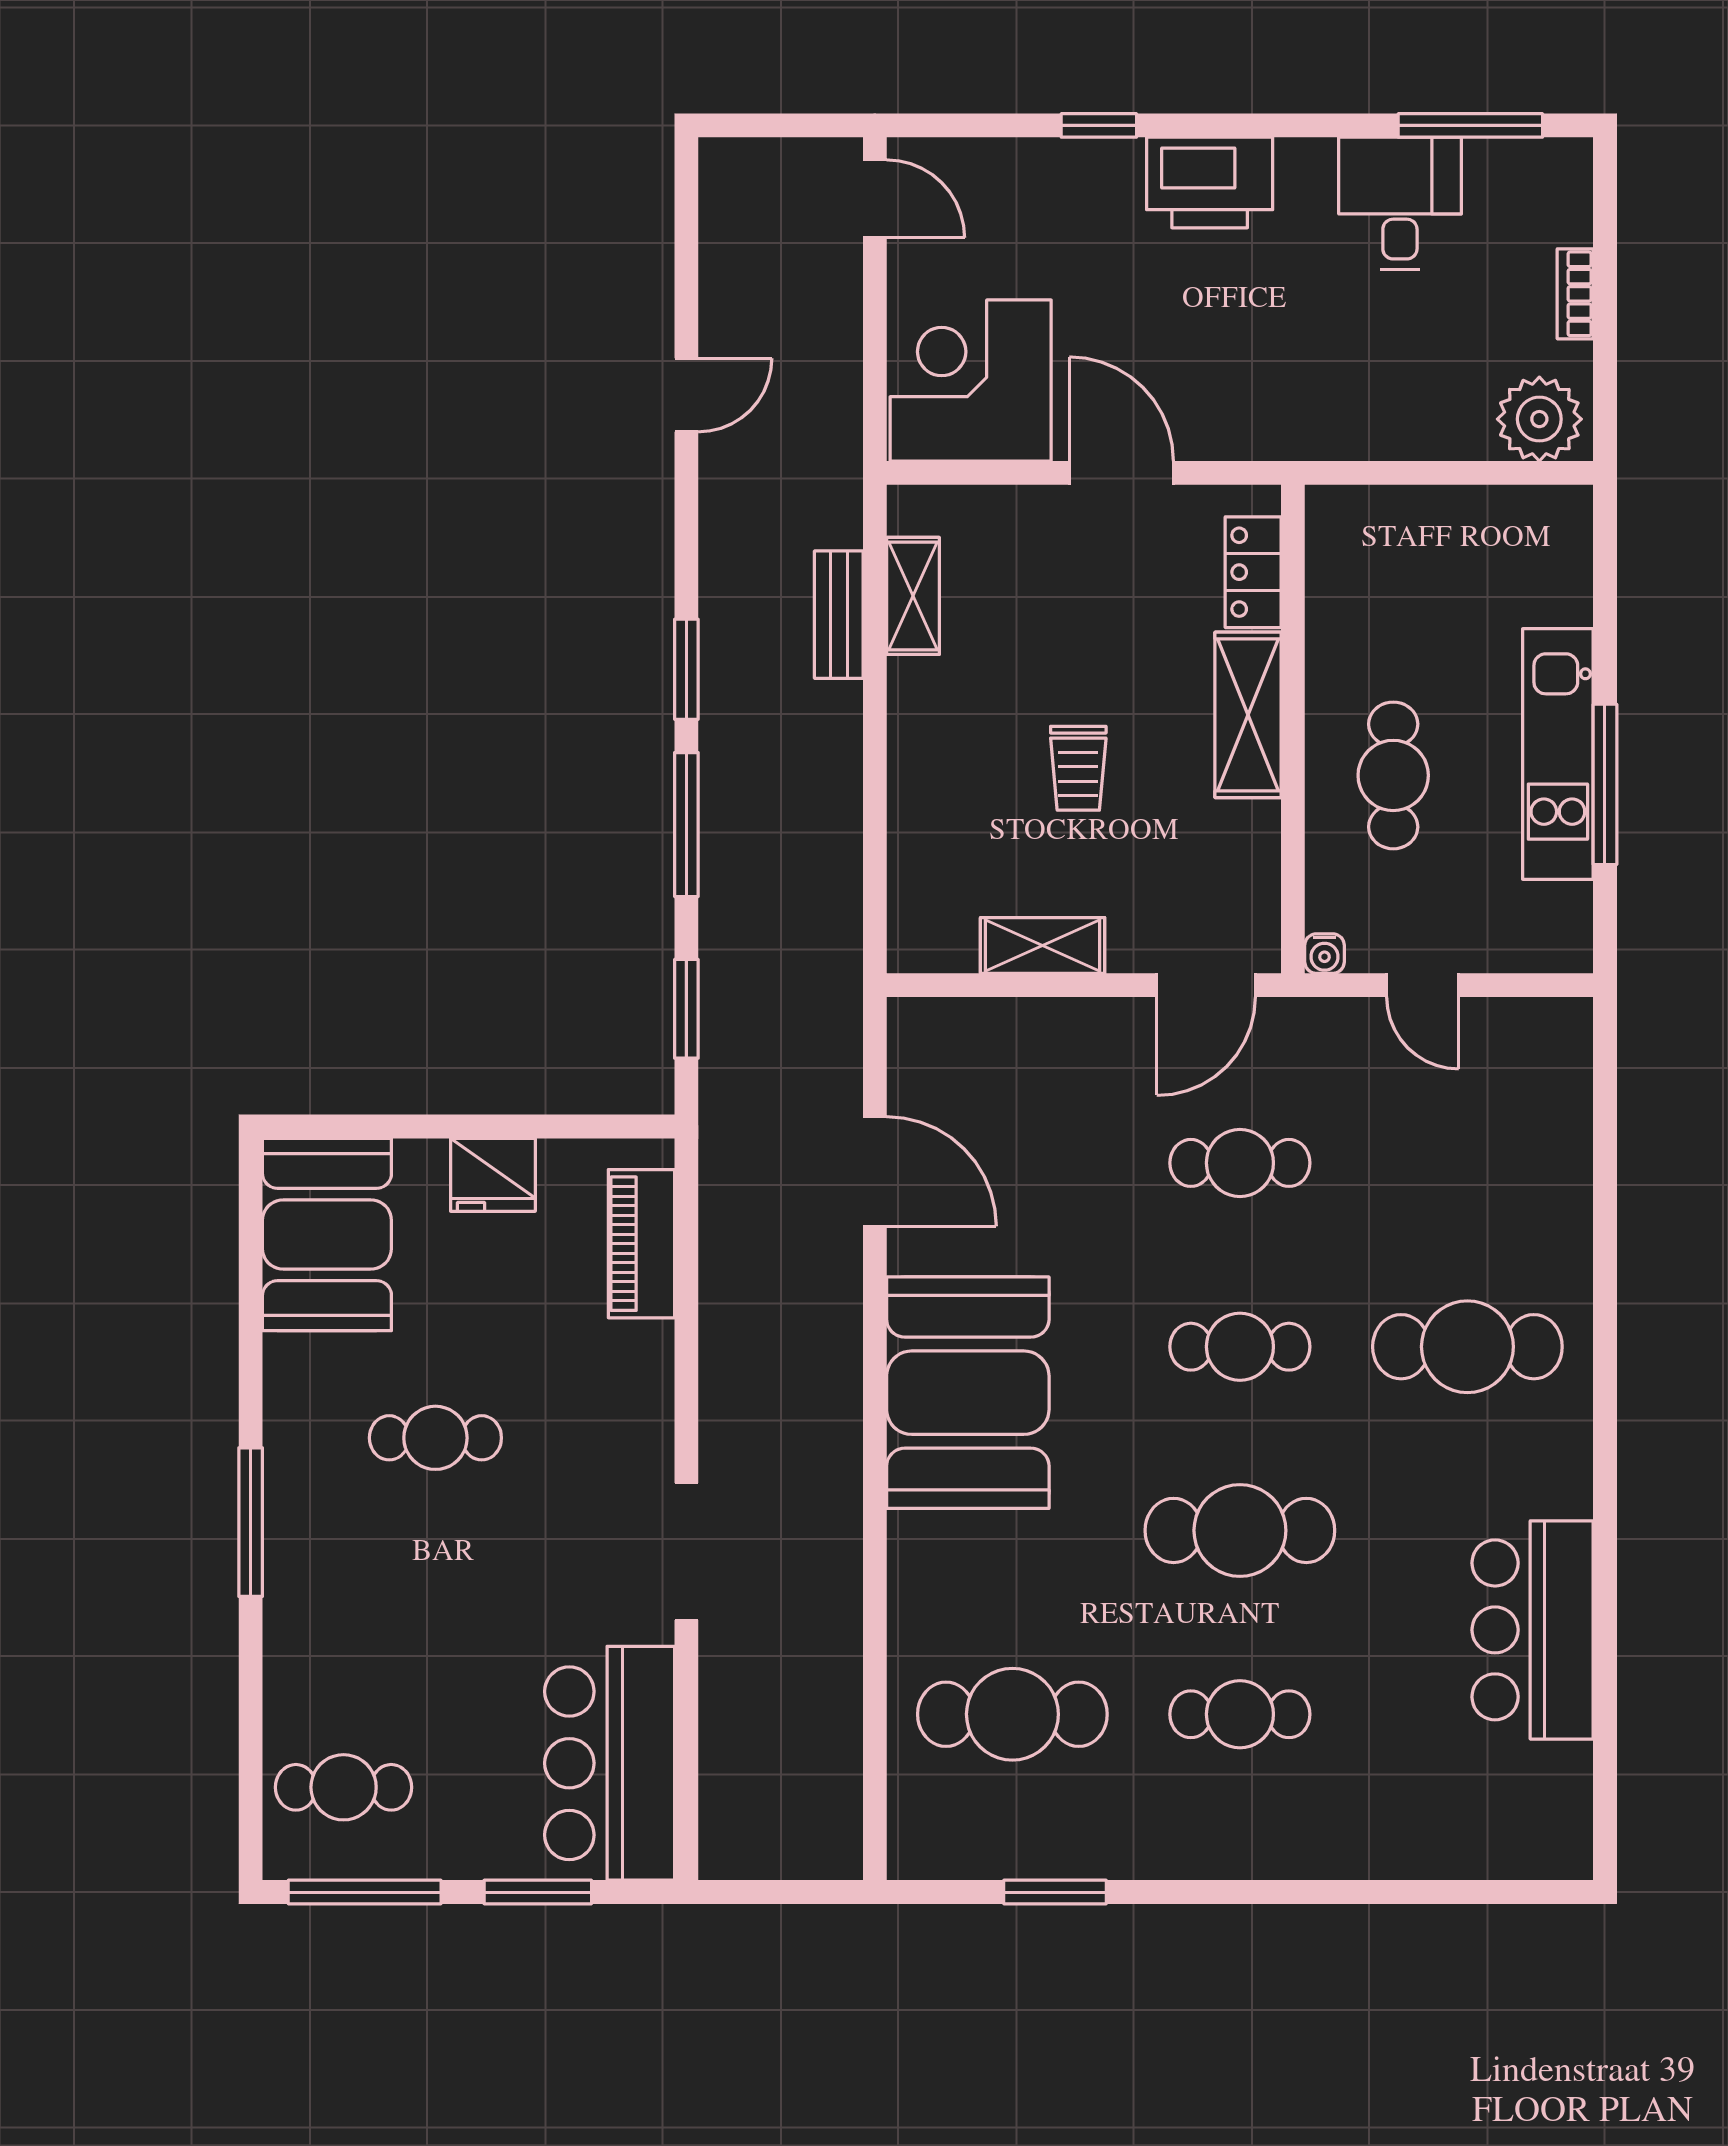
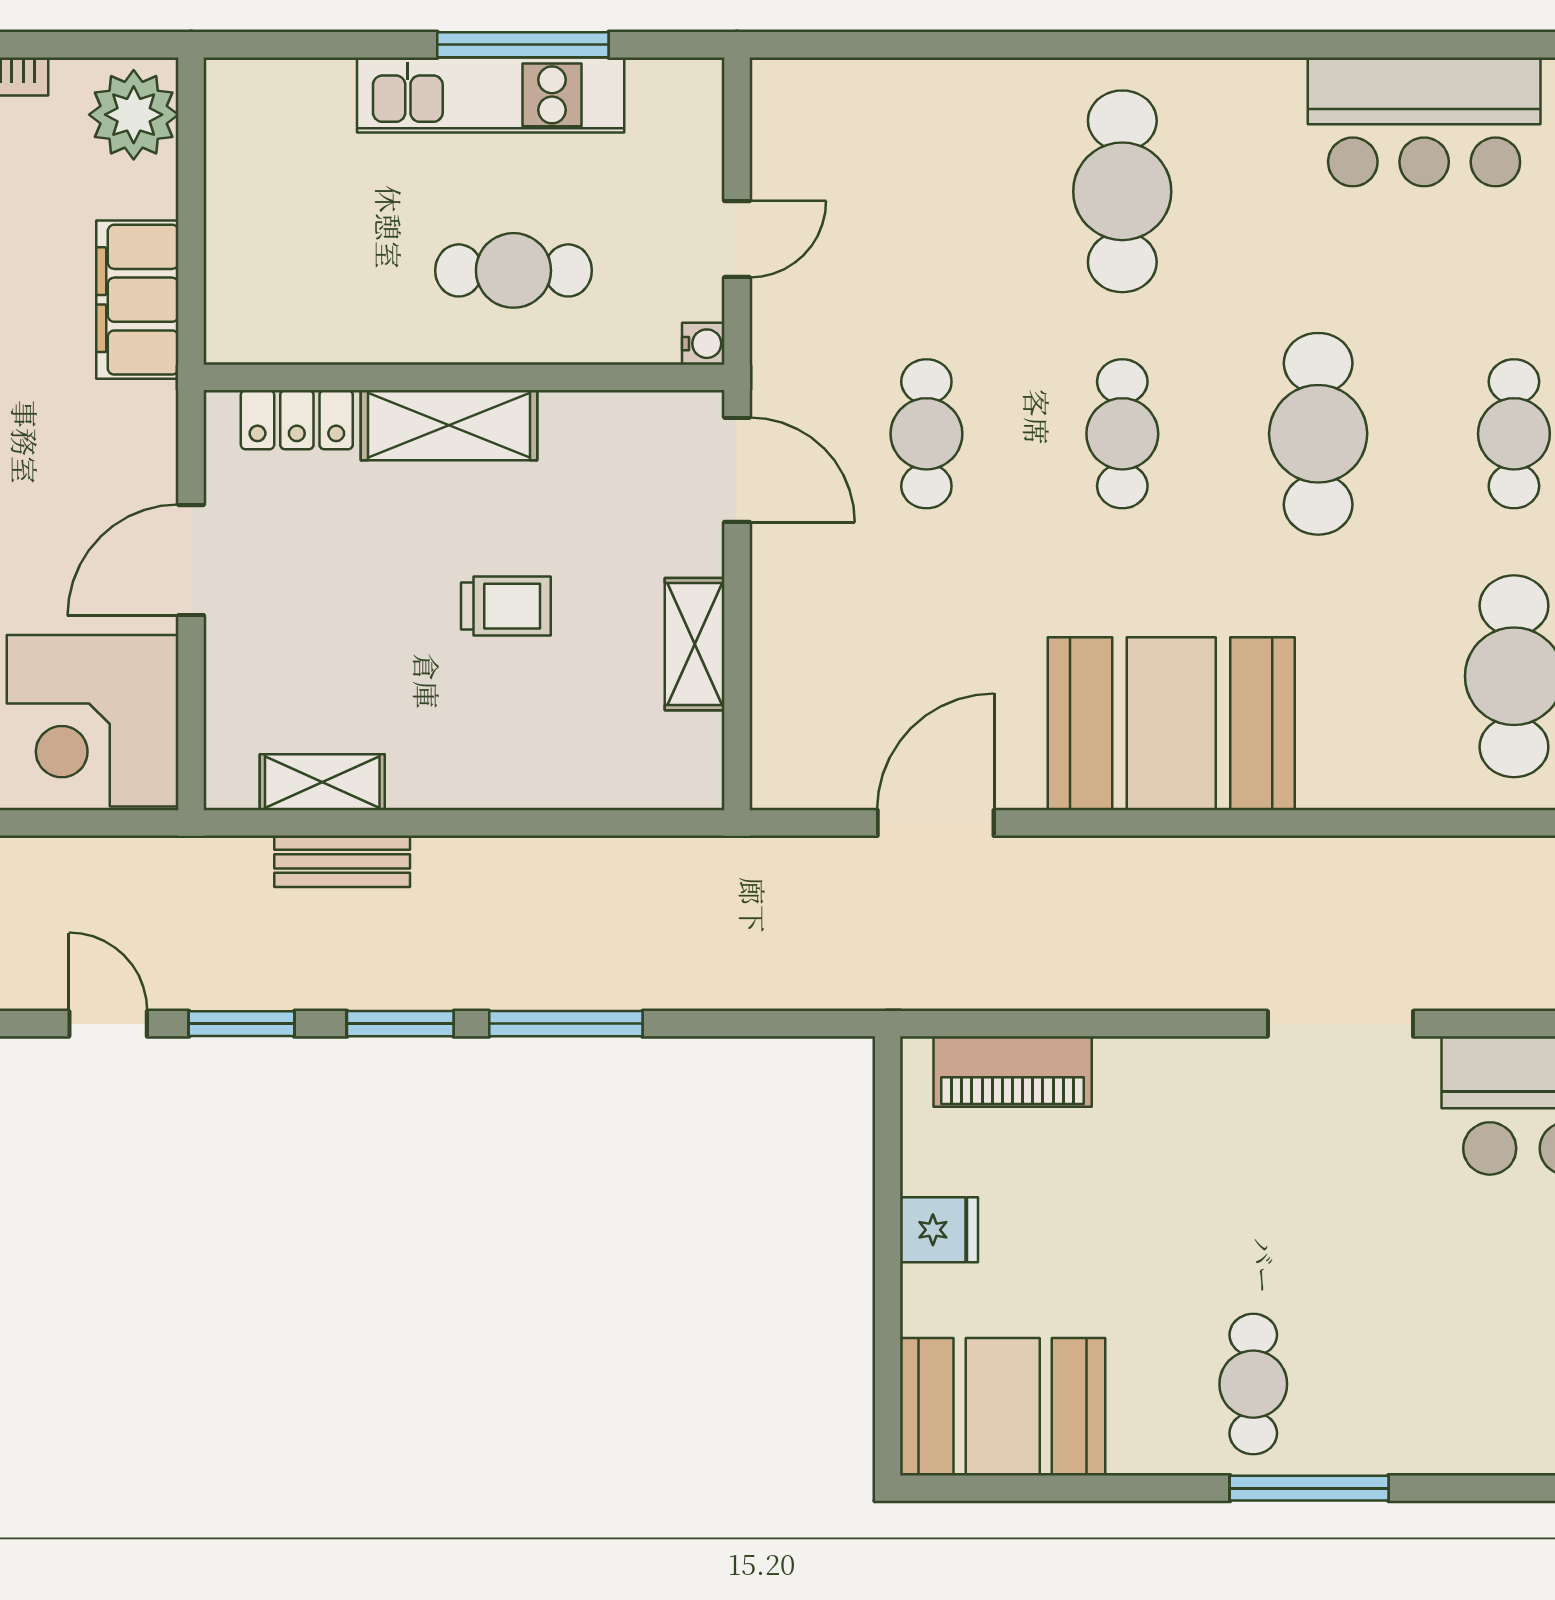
filing cabinet: (1366, 423) -> (137, 300), added
window: (686, 1009) -> (242, 1024), moved
fridge: (493, 1175) -> (939, 1230), width x0.72
cafe table: (435, 1438) -> (1253, 1384), moved

